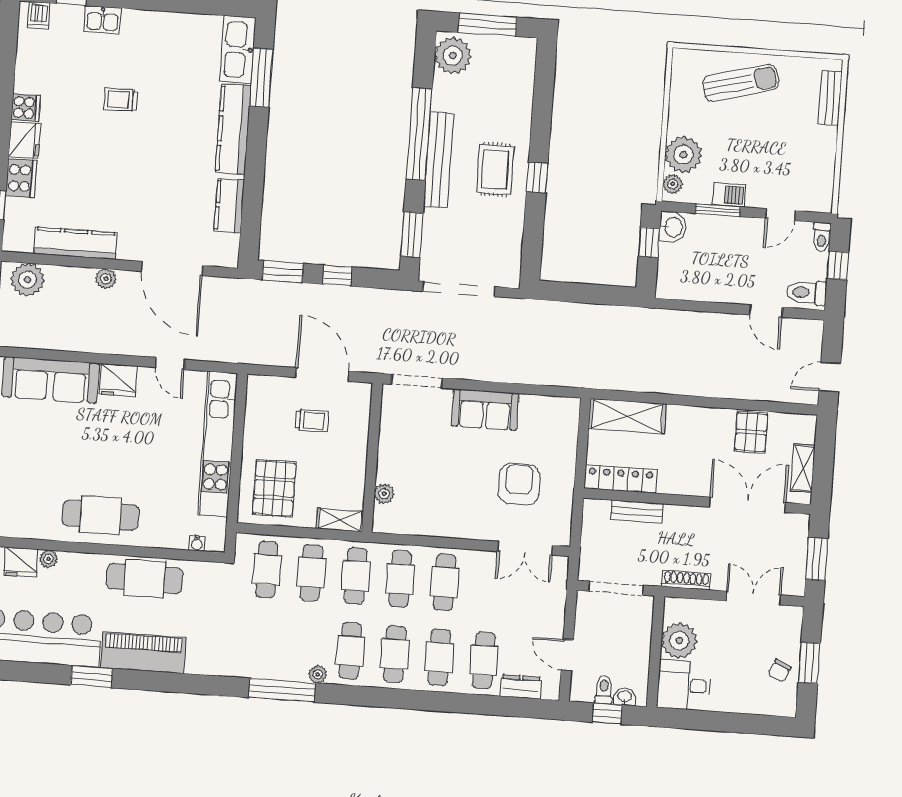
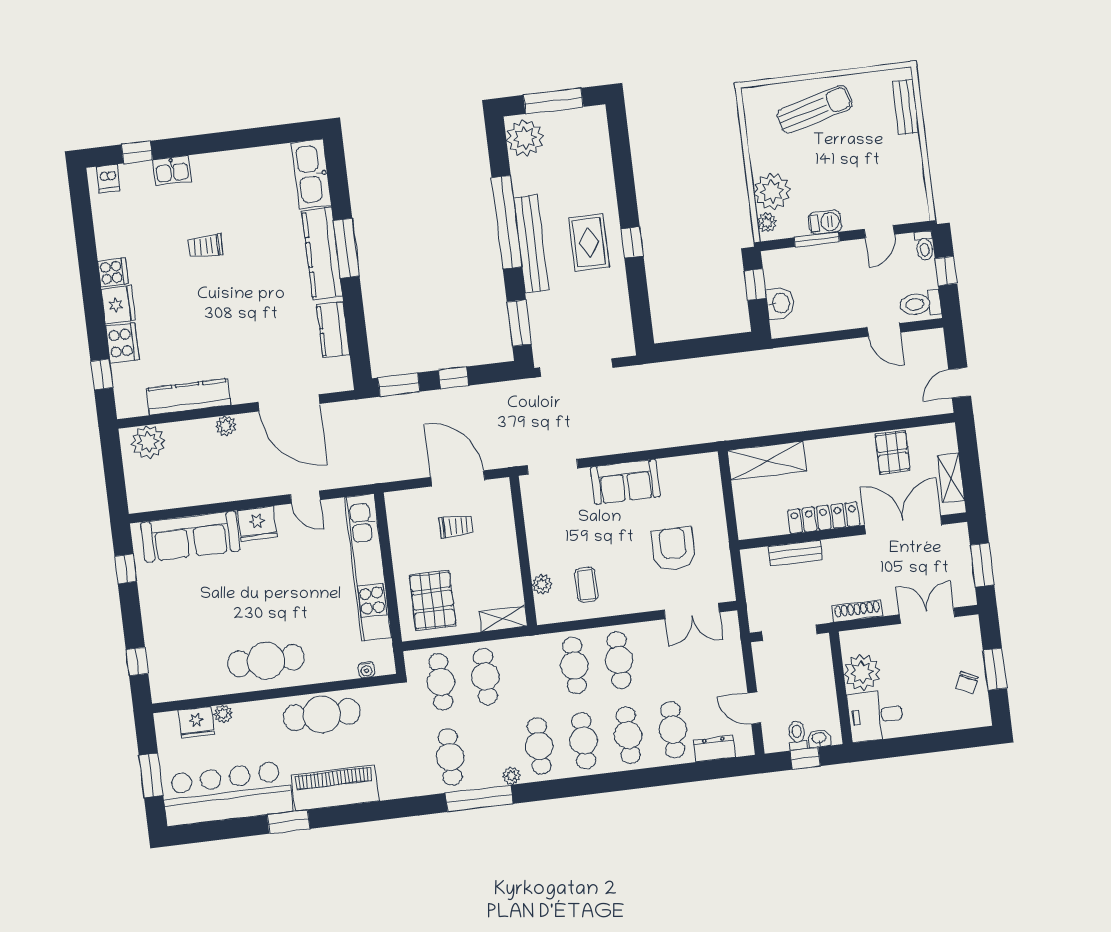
window: (261, 78) -> (346, 248), moved
washbasin: (673, 227) -> (780, 303), moved
locker: (621, 479) -> (824, 518), moved
coffee table: (427, 503) -> (586, 585), added
cafe table: (356, 576) -> (450, 757), moved

